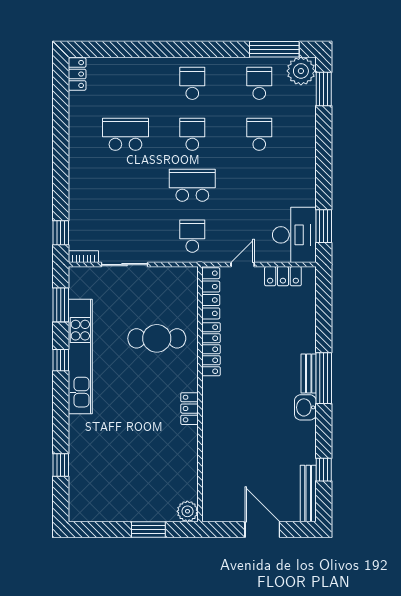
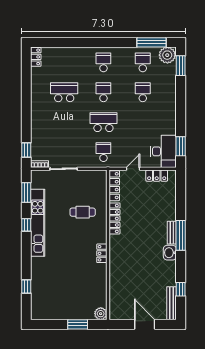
cafe table: (157, 338) -> (83, 212), width x0.73, depth x0.74

